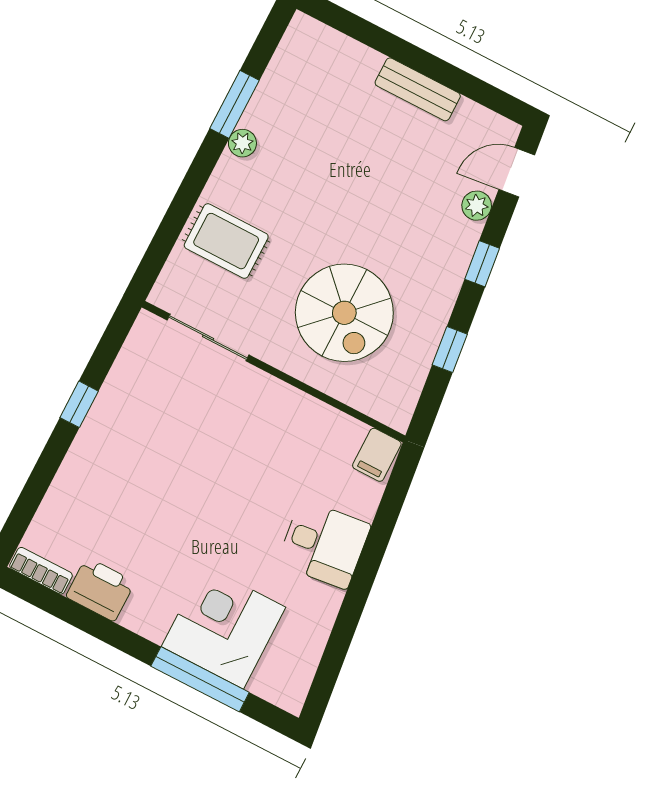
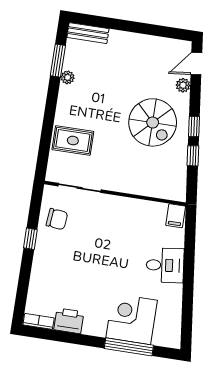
bench: (418, 89) -> (88, 33), moved
window: (235, 104) -> (58, 61), moved
plant: (242, 143) -> (68, 77), moved
window: (482, 264) -> (194, 126), moved
spiral stairs: (344, 313) -> (153, 122), moved
chair: (144, 383) -> (57, 219), added

